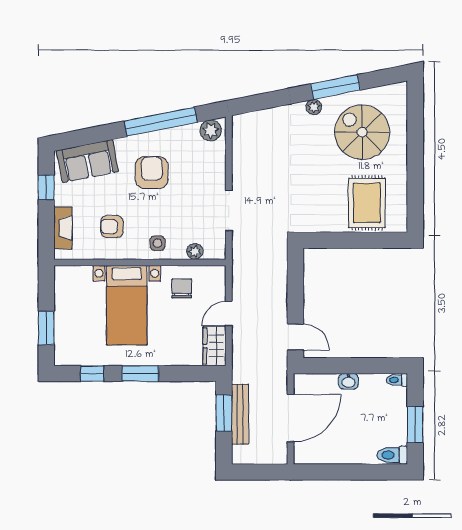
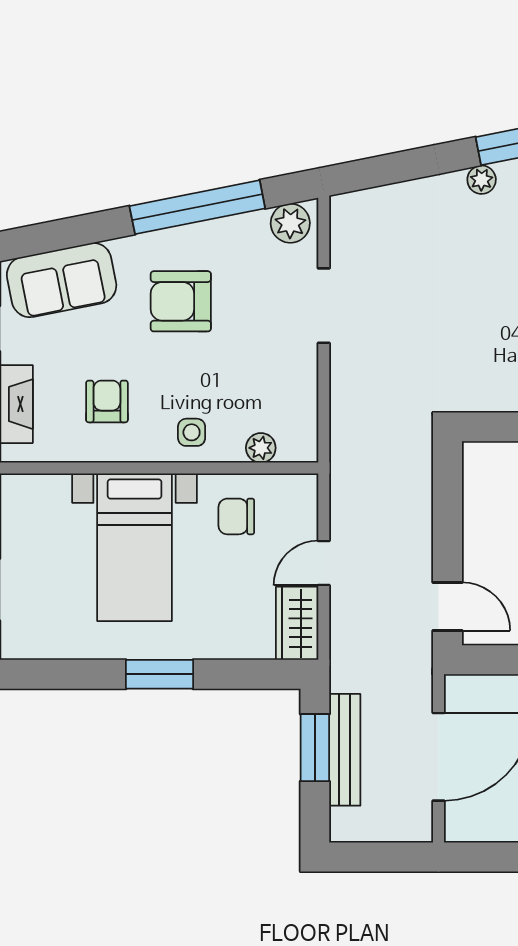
armchair: (152, 173) -> (181, 301), turned -90
doorway: (229, 211) -> (324, 306), moved
armchair: (112, 226) -> (107, 401), turned 90
chair: (182, 288) -> (236, 516), turned -90
window: (92, 373) -> (70, 674), removed

